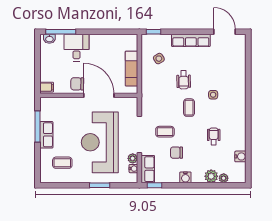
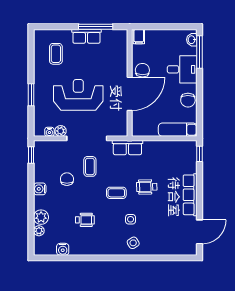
chair: (105, 42) -> (188, 100), added
side table: (159, 59) -> (133, 243), moved
exam couch: (131, 69) -> (178, 130), moved
reception desk: (100, 142) -> (78, 95), width x0.74, depth x0.77
row of seats: (148, 169) -> (127, 148), moved

